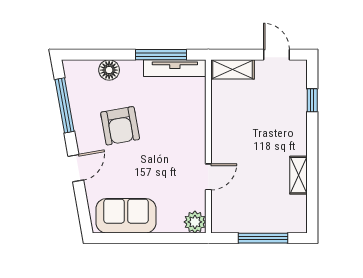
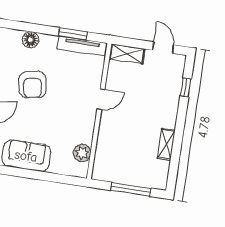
window: (161, 55) -> (73, 34), width x0.69
door: (208, 177) -> (101, 99), moved
plant: (195, 222) -> (82, 153), moved

